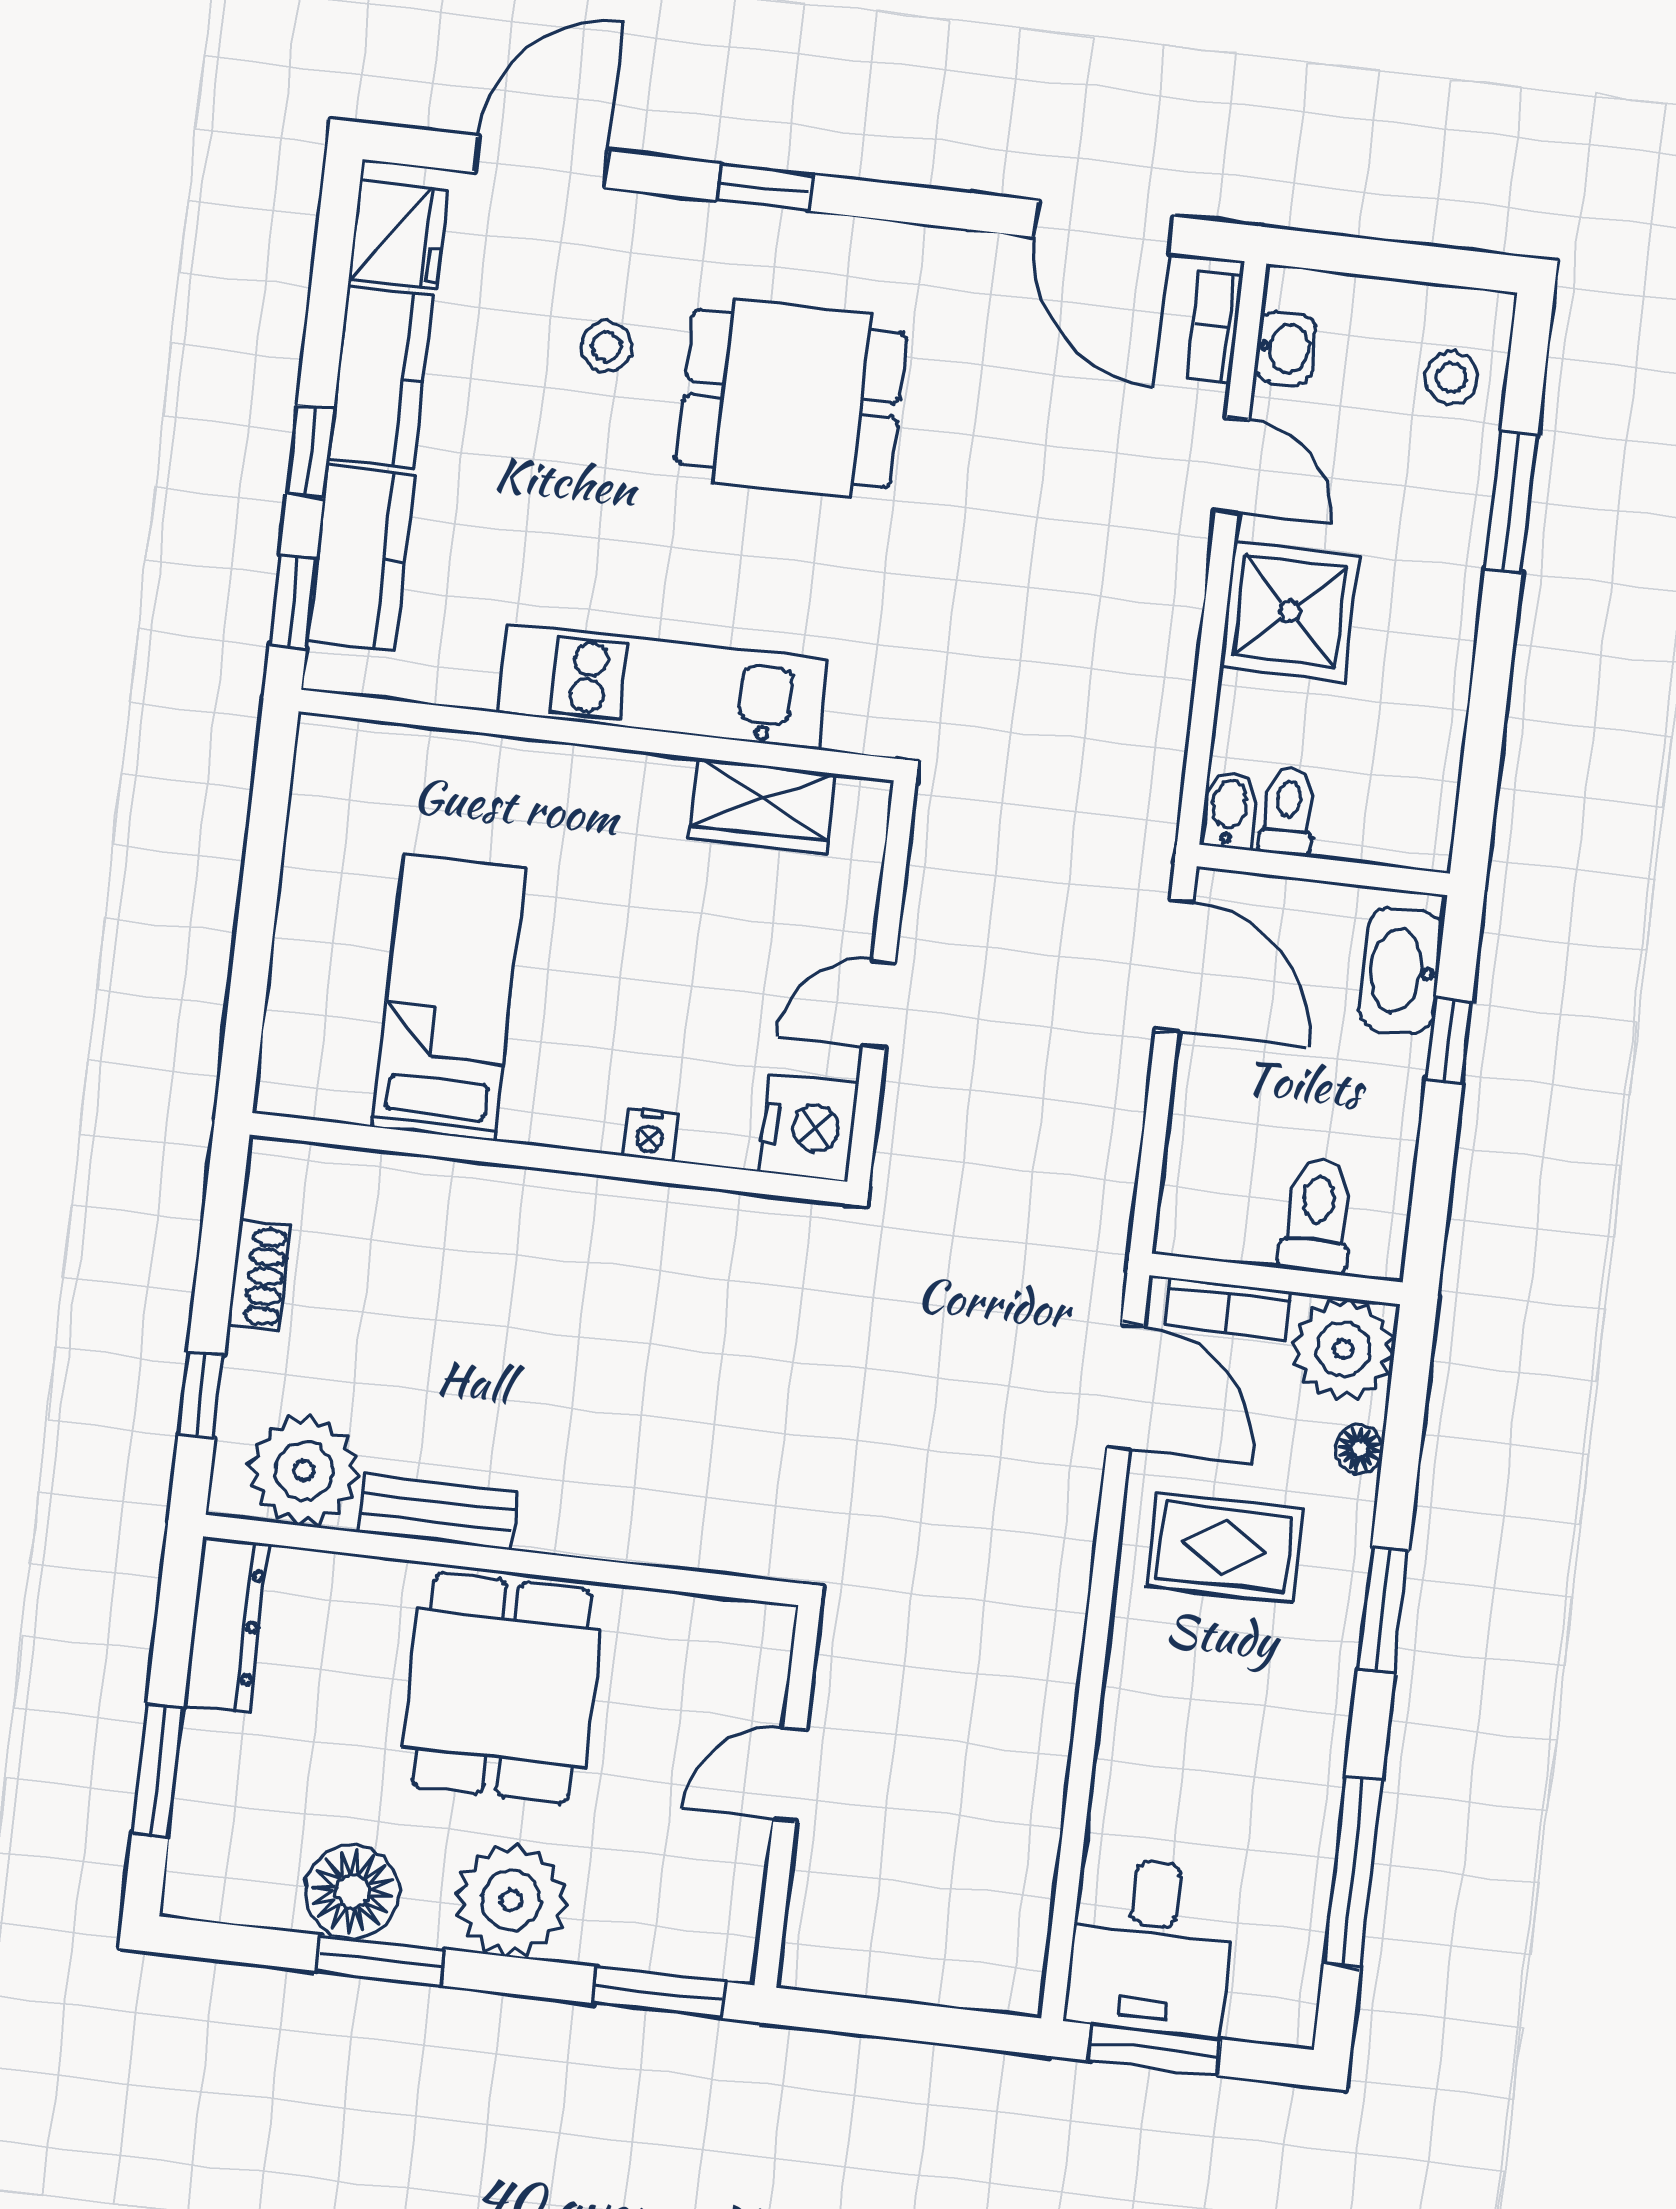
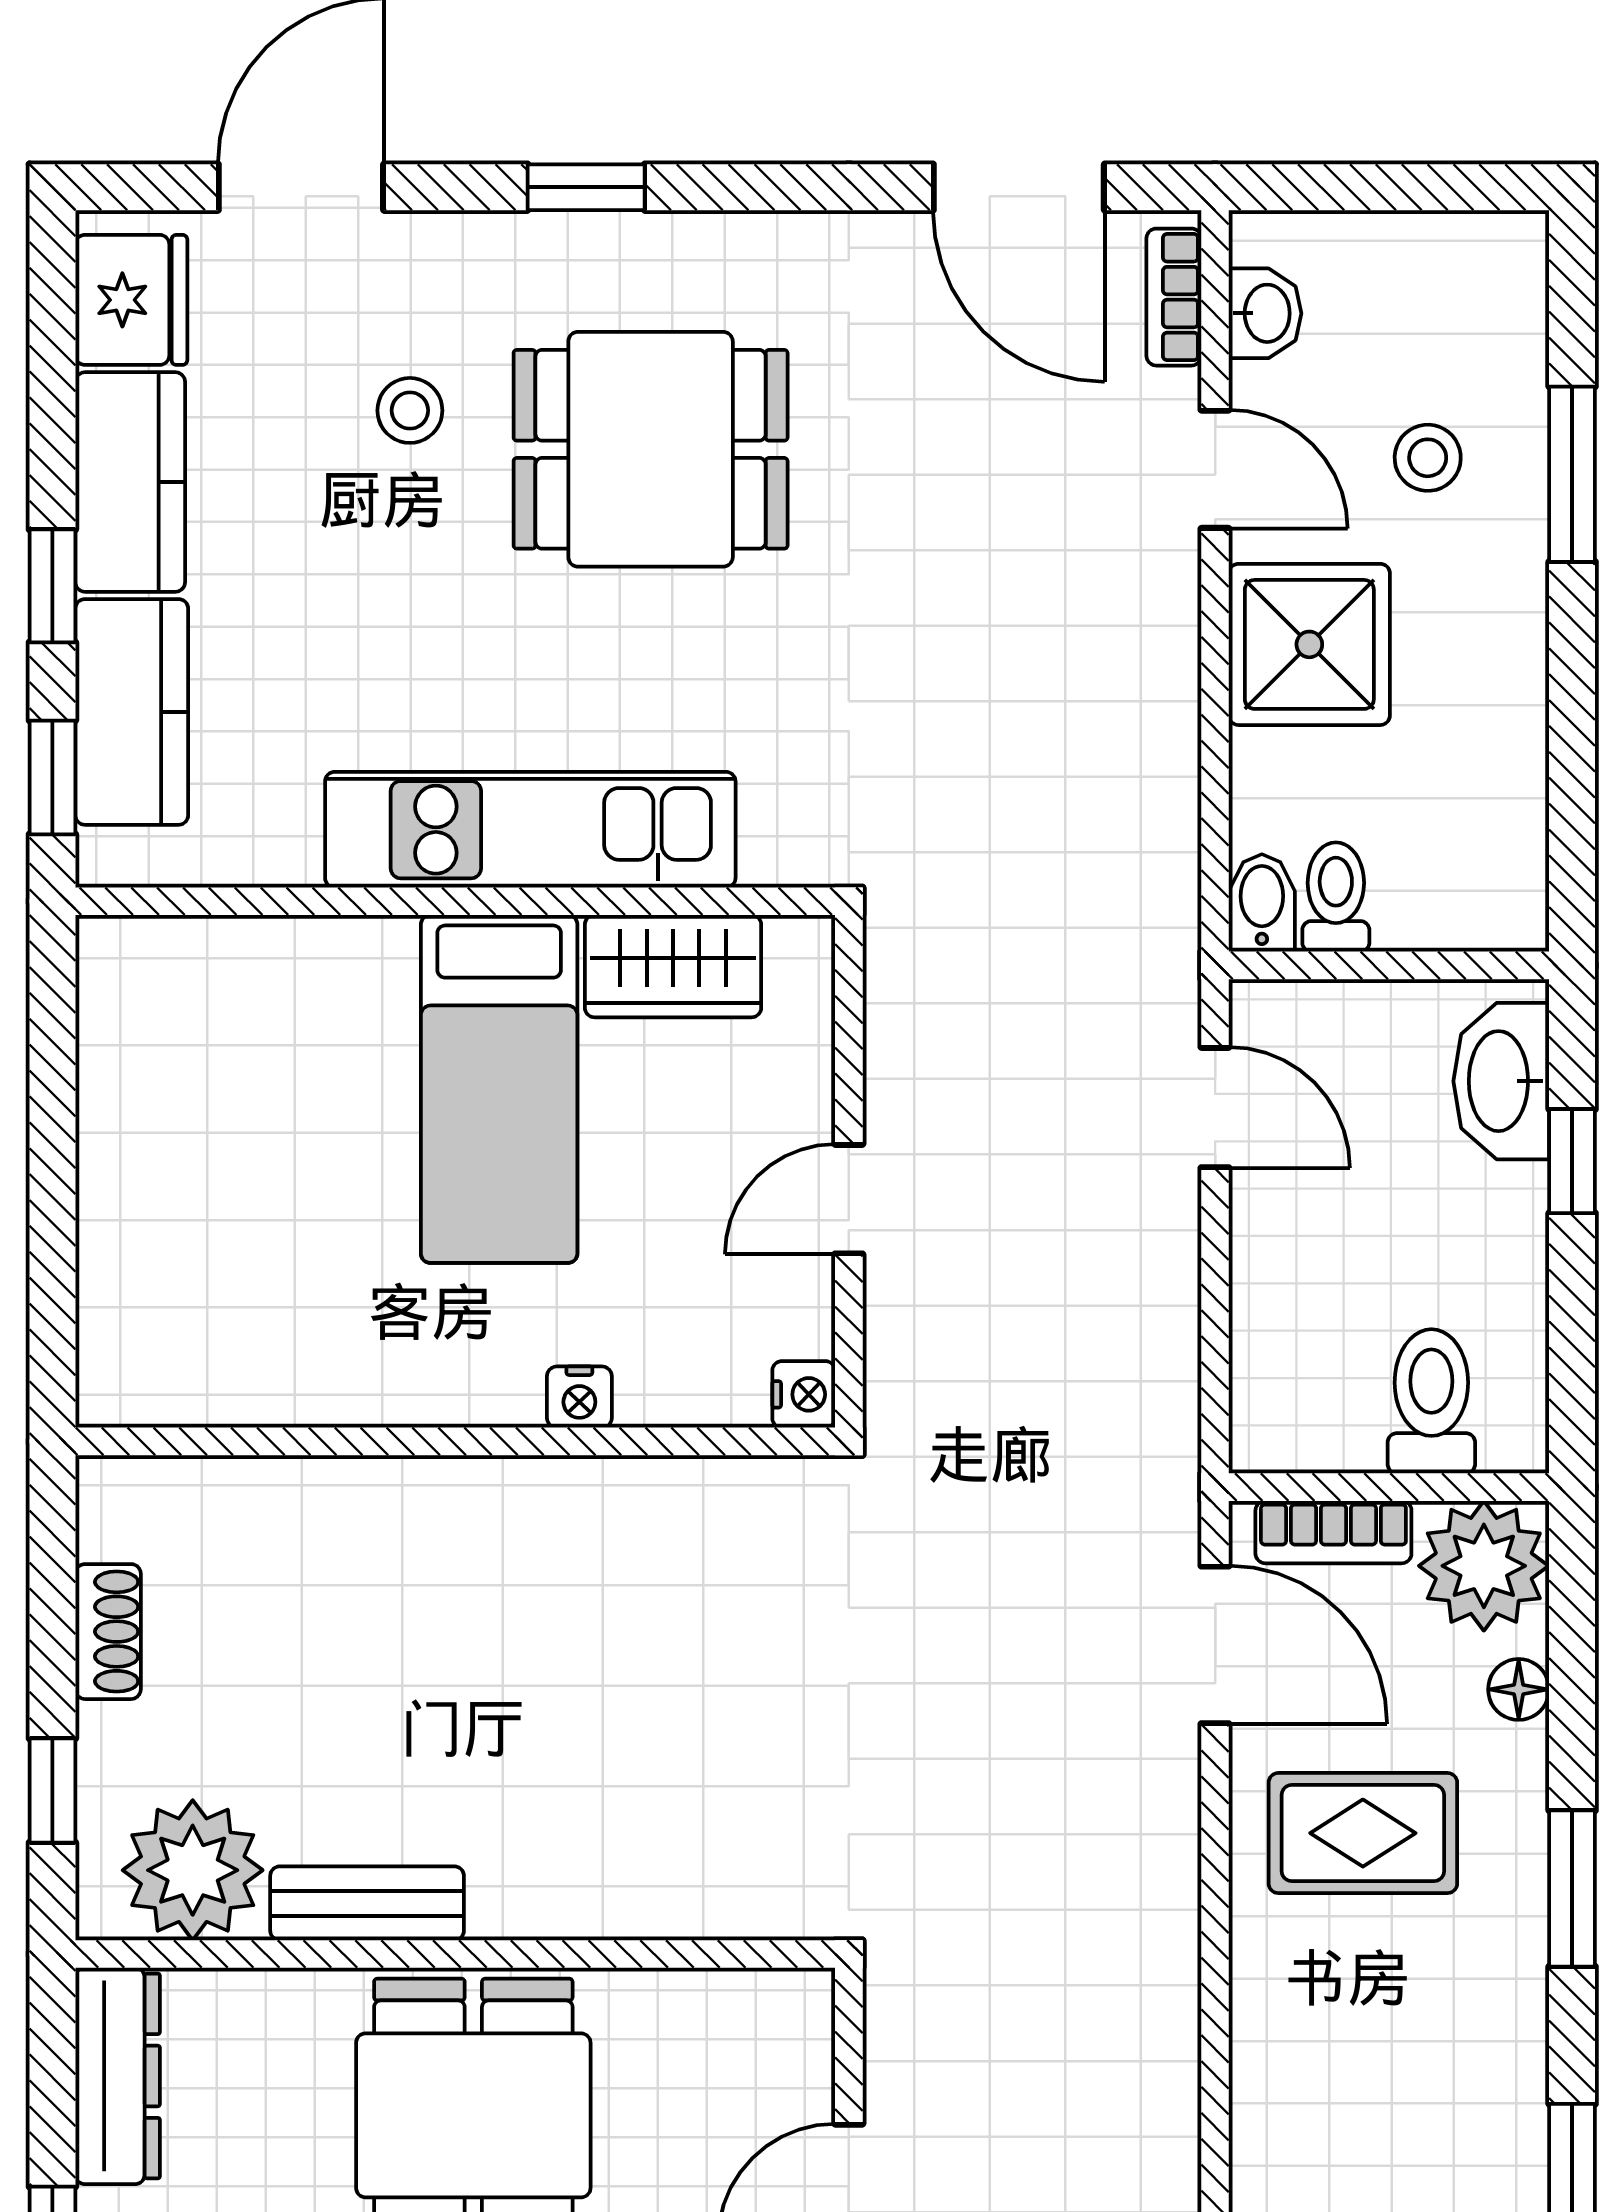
stool: (1451, 378) -> (1428, 458), moved
door: (1174, 966) -> (1215, 1108), width x0.73
bed: (449, 998) -> (499, 1089), moved, turned 180
nightstand: (809, 1128) -> (804, 1394), width x0.53, depth x0.56

